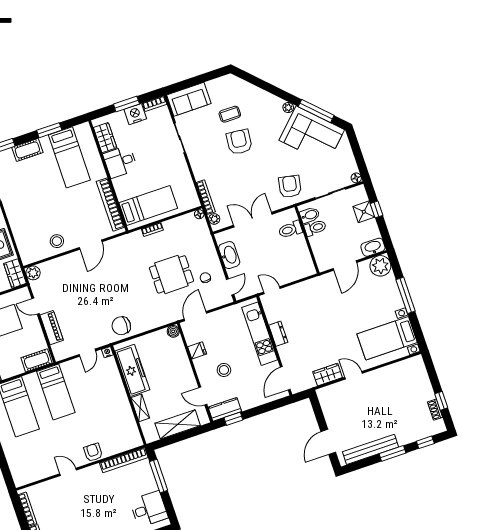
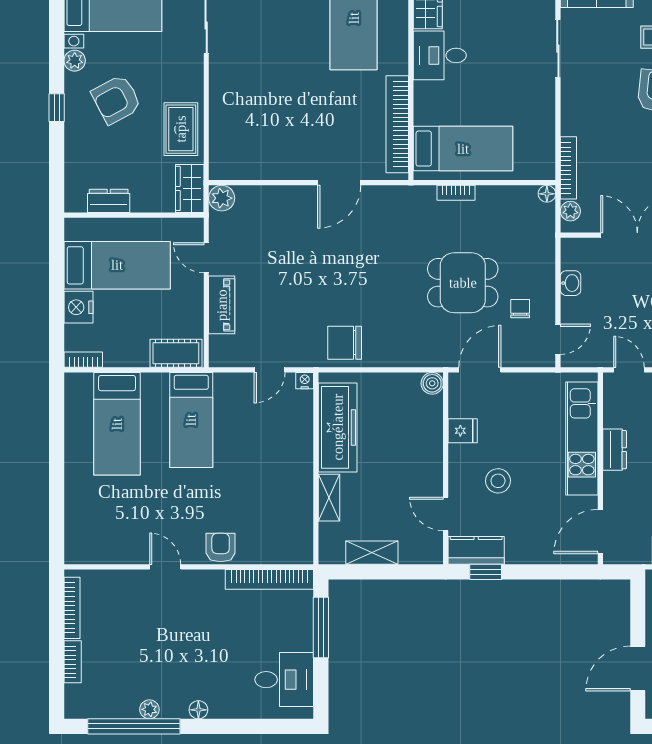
stool: (57, 241) -> (282, 157), removed
washbasin: (229, 255) -> (571, 283), width x0.52, depth x0.69
shelving: (178, 424) -> (372, 553), width x0.67, depth x0.75

